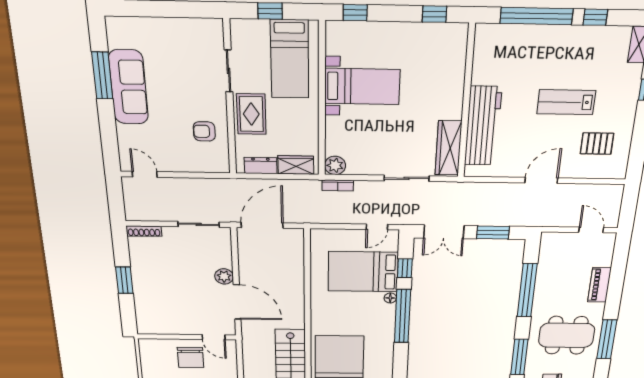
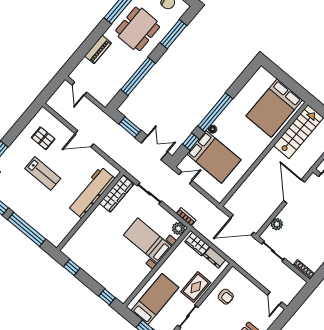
bed with nightstands: (362, 86) -> (148, 241), moved
plant: (224, 276) -> (277, 224), moved
dining table: (567, 335) -> (138, 29), turned 90

